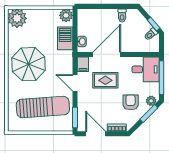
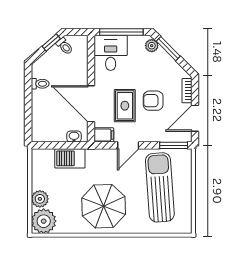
plant: (66, 15) -> (40, 199), moved
armchair: (131, 102) -> (153, 101), moved

